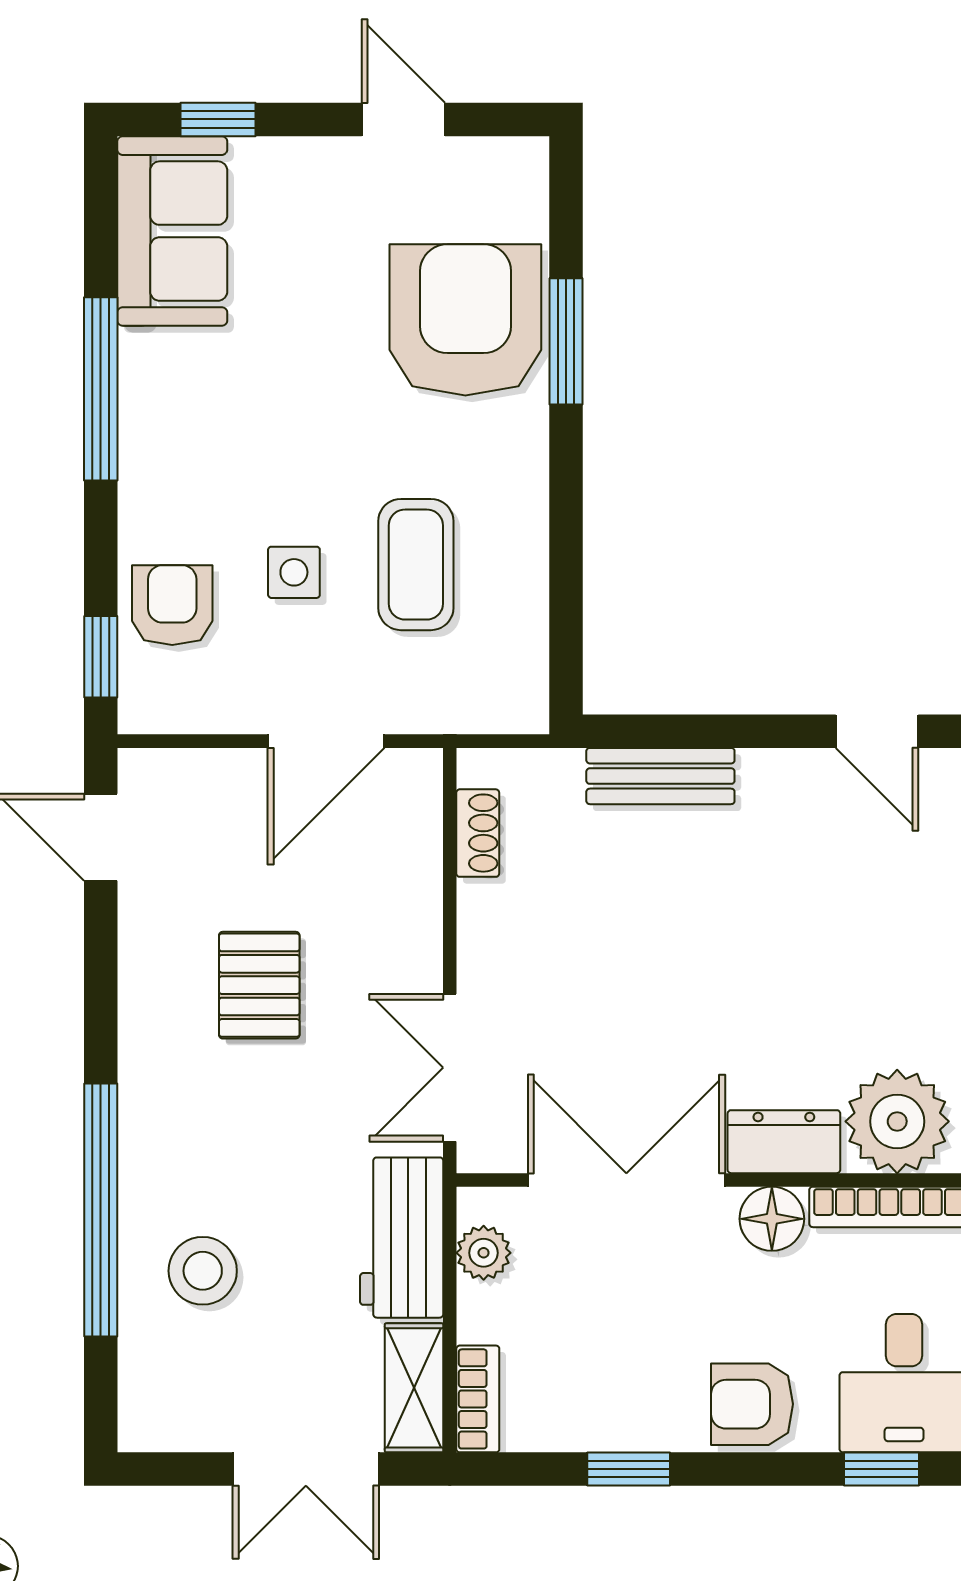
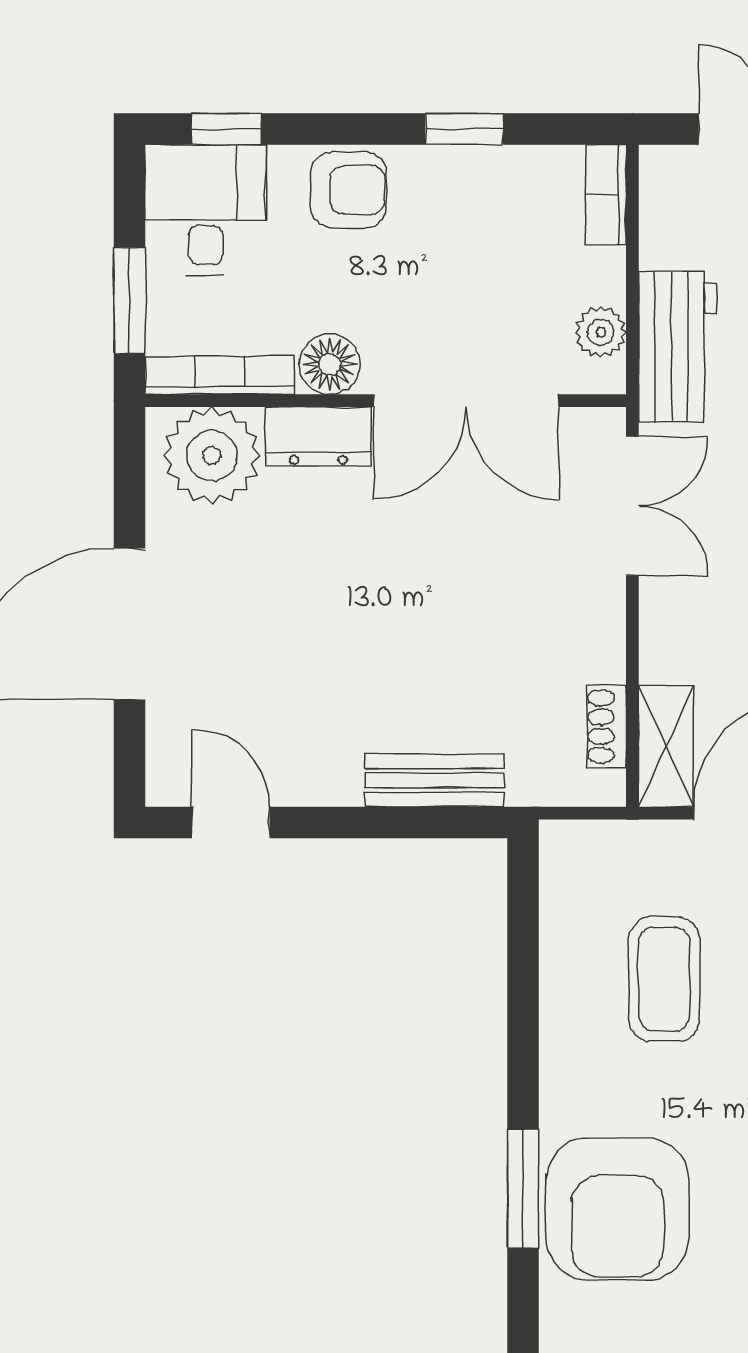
shelving: (414, 1388) -> (666, 746), moved

